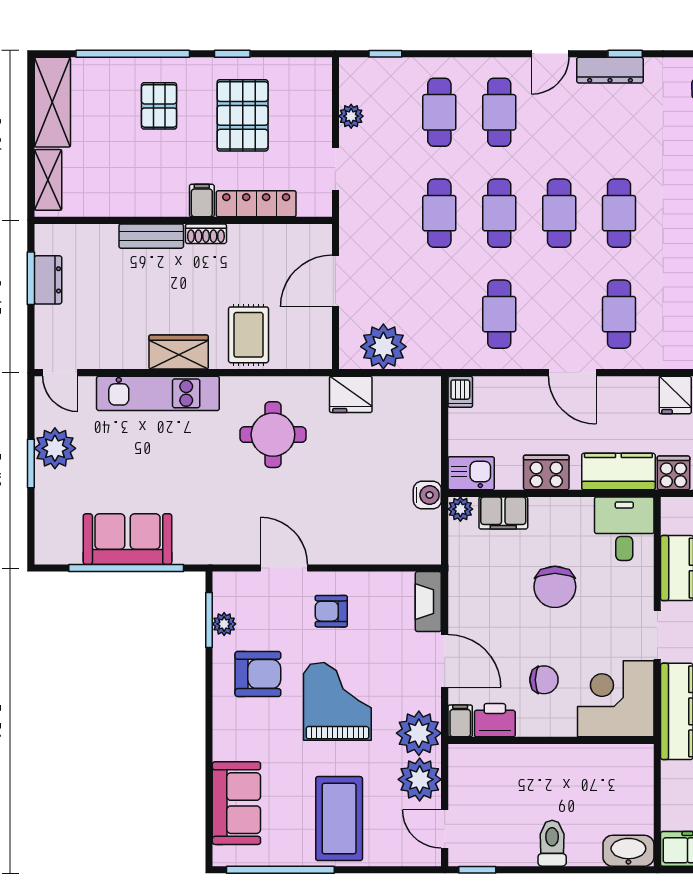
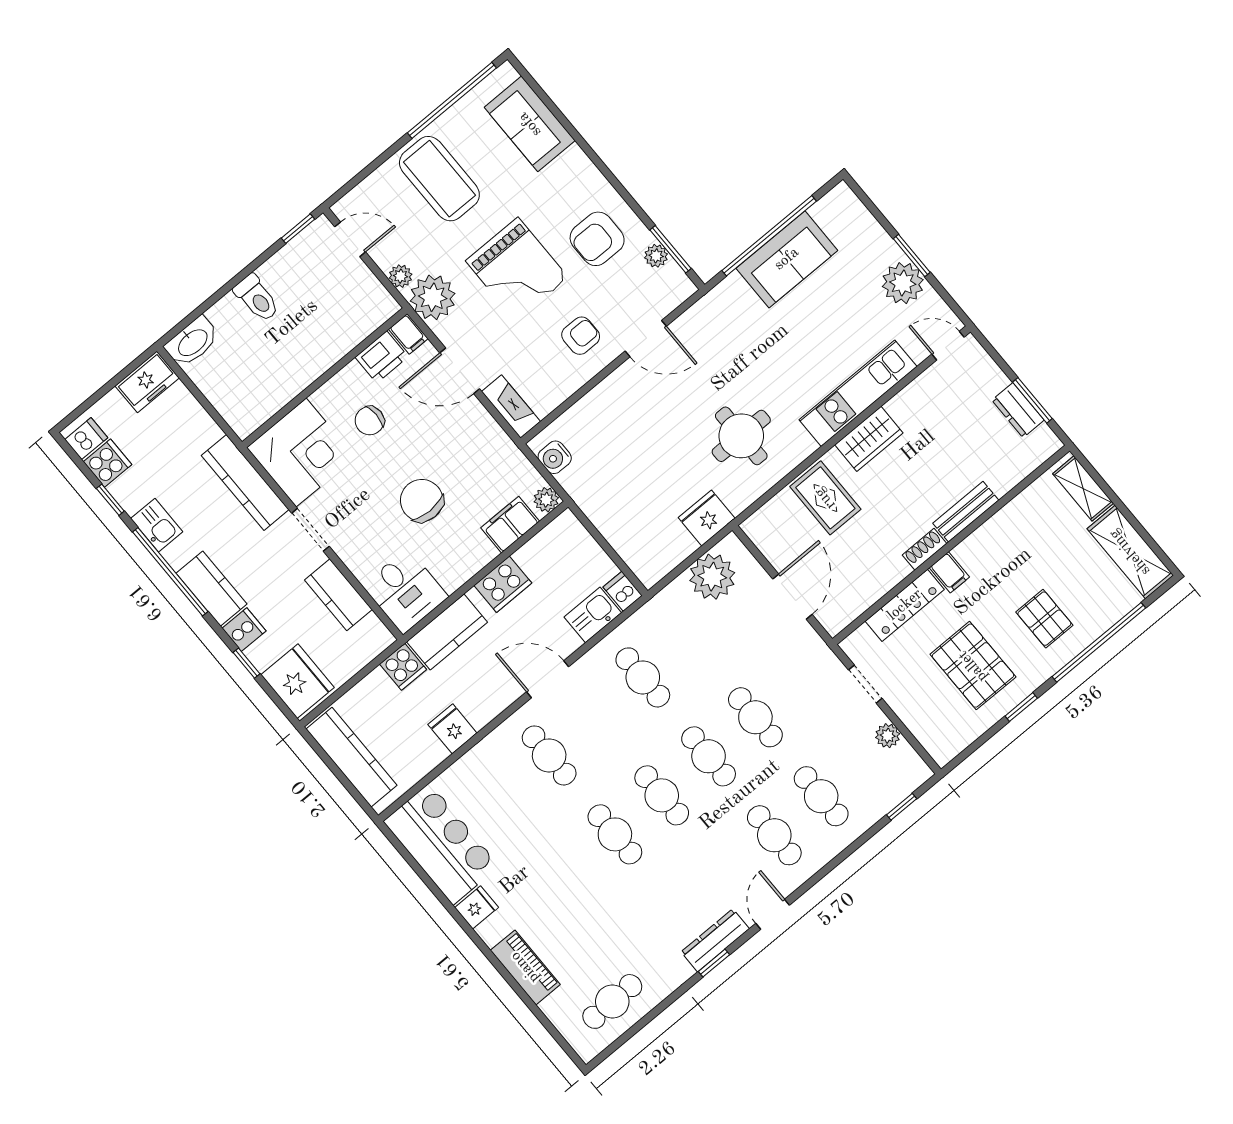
kitchen sink: (471, 473) -> (593, 615), moved, turned 180
water cooler: (427, 495) -> (555, 457), moved
plant: (420, 779) -> (401, 276), width x0.53, depth x0.53

